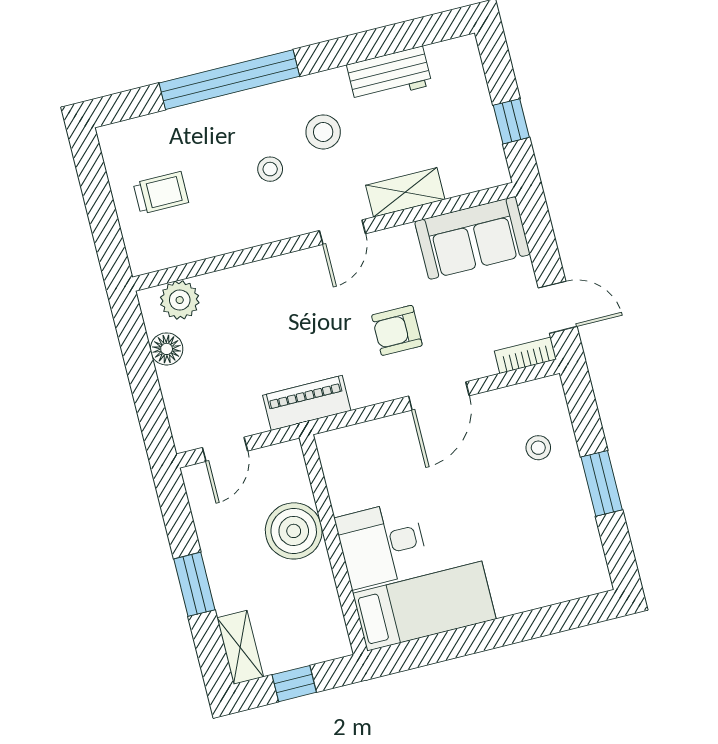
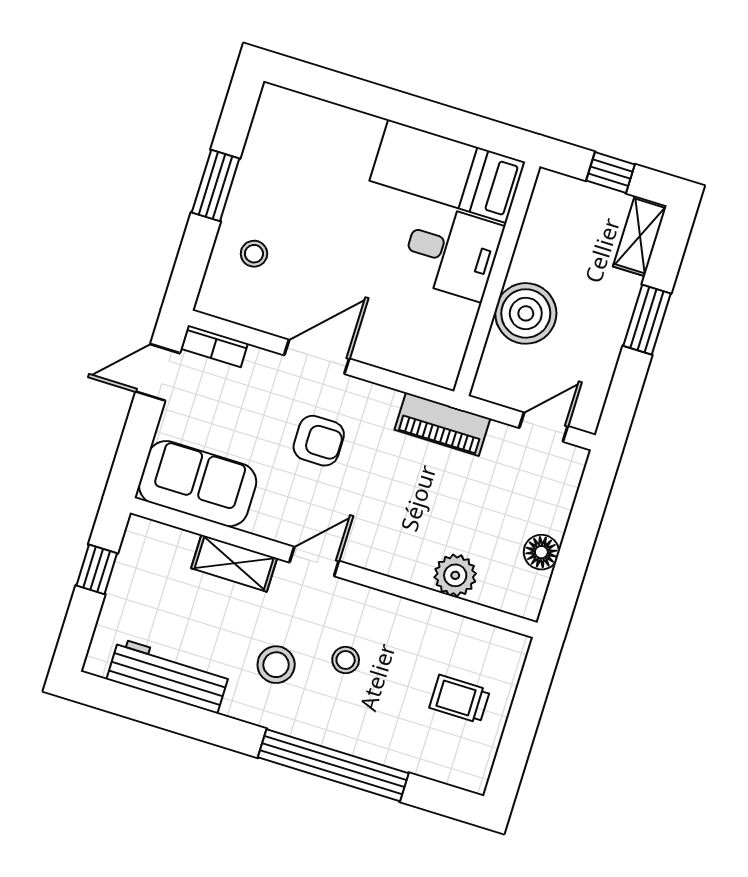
workbench: (389, 75) -> (168, 676), width x1.38
plant: (180, 300) -> (455, 575), moved
door: (558, 307) -> (158, 372), hinge flipped

